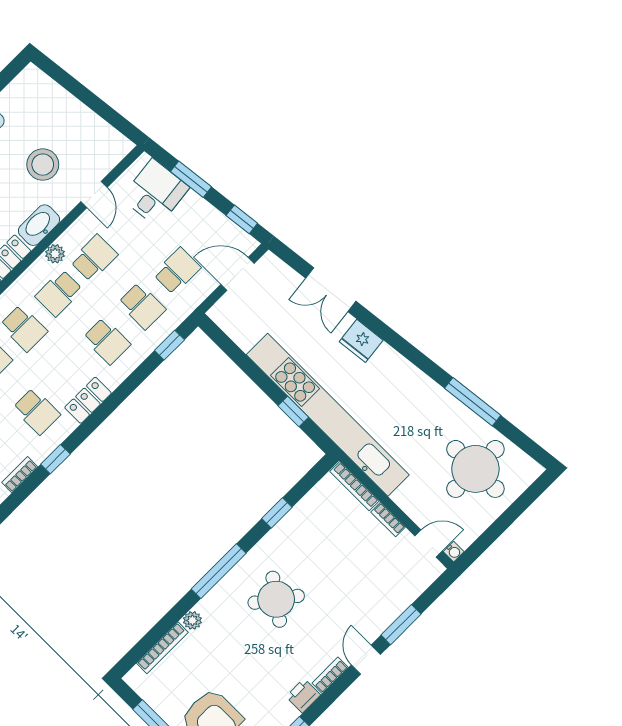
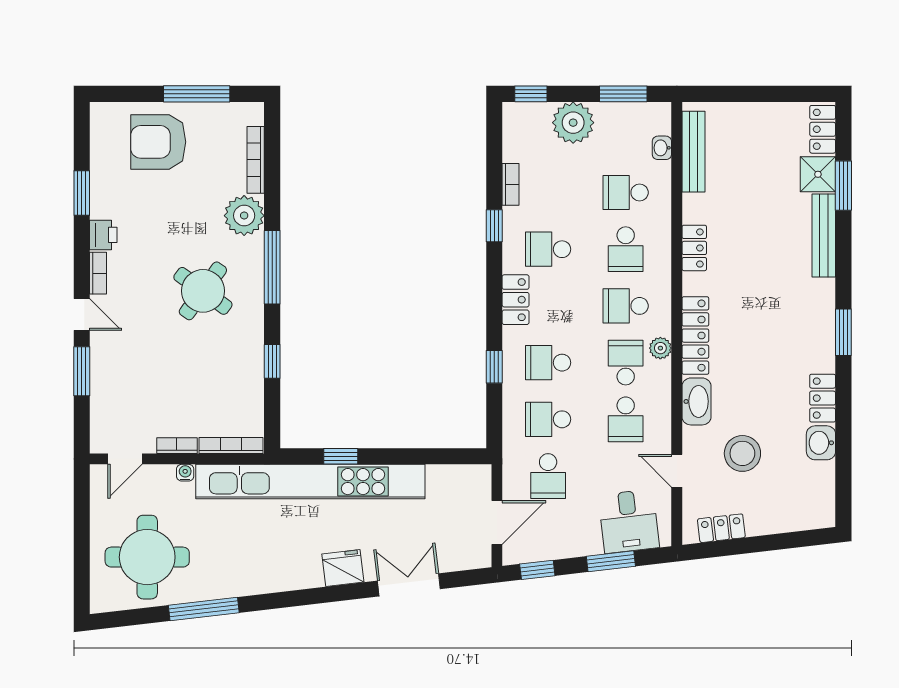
locker: (102, 131) -> (721, 528), added
plant: (55, 254) -> (660, 348), moved
window: (169, 345) -> (494, 367), moved
water cooler: (454, 552) -> (185, 473), moved, turned 90
plant: (192, 620) -> (244, 216), width x1.87, depth x1.87

